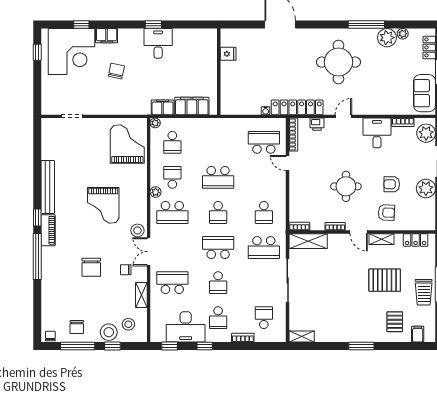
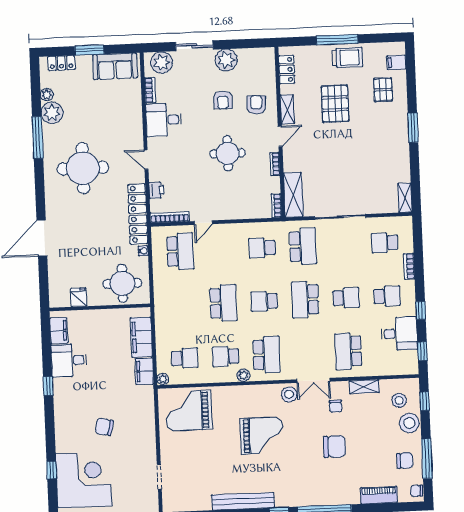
filing cabinet: (107, 36) -> (59, 331), moved
desk: (158, 43) -> (69, 360), moved
round table: (238, 92) -> (122, 283), added
school desk: (264, 142) -> (180, 251), turned 180
school desk: (218, 212) -> (264, 301), turned 180
school desk: (264, 212) -> (262, 248), turned 180
piano: (48, 230) -> (379, 495), moved
pallet: (395, 322) -> (383, 90), turned 90
desk: (186, 327) -> (399, 334), width x0.73
window: (112, 346) -> (424, 401), moved

